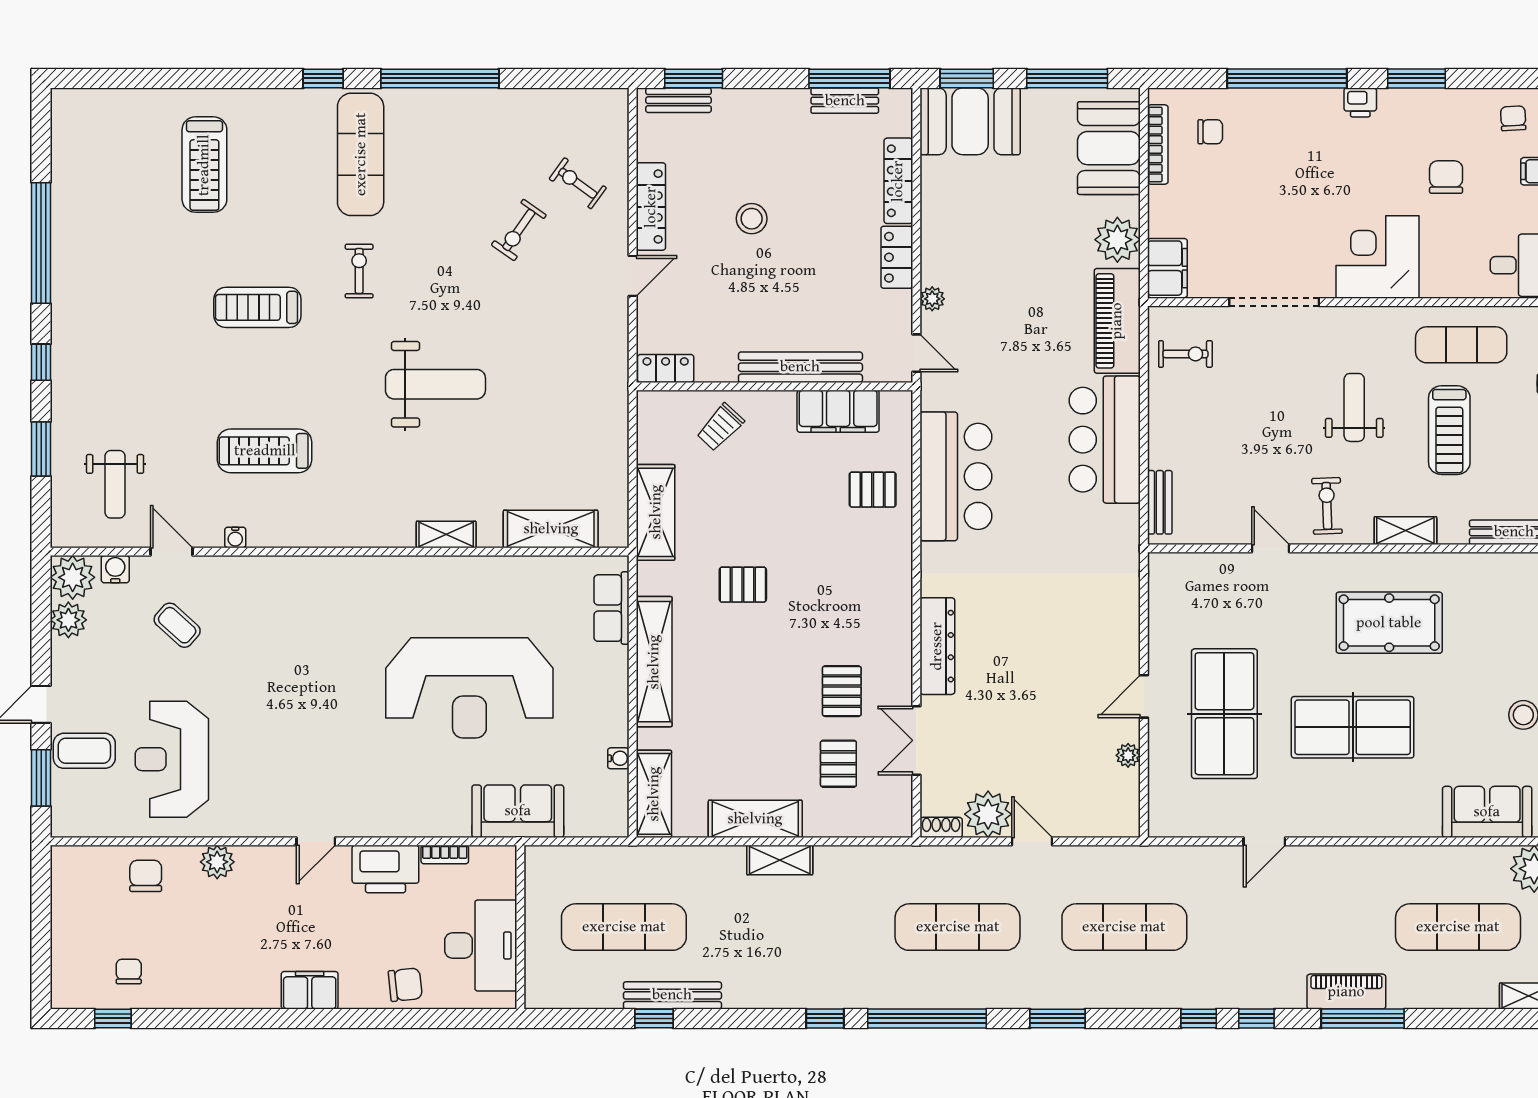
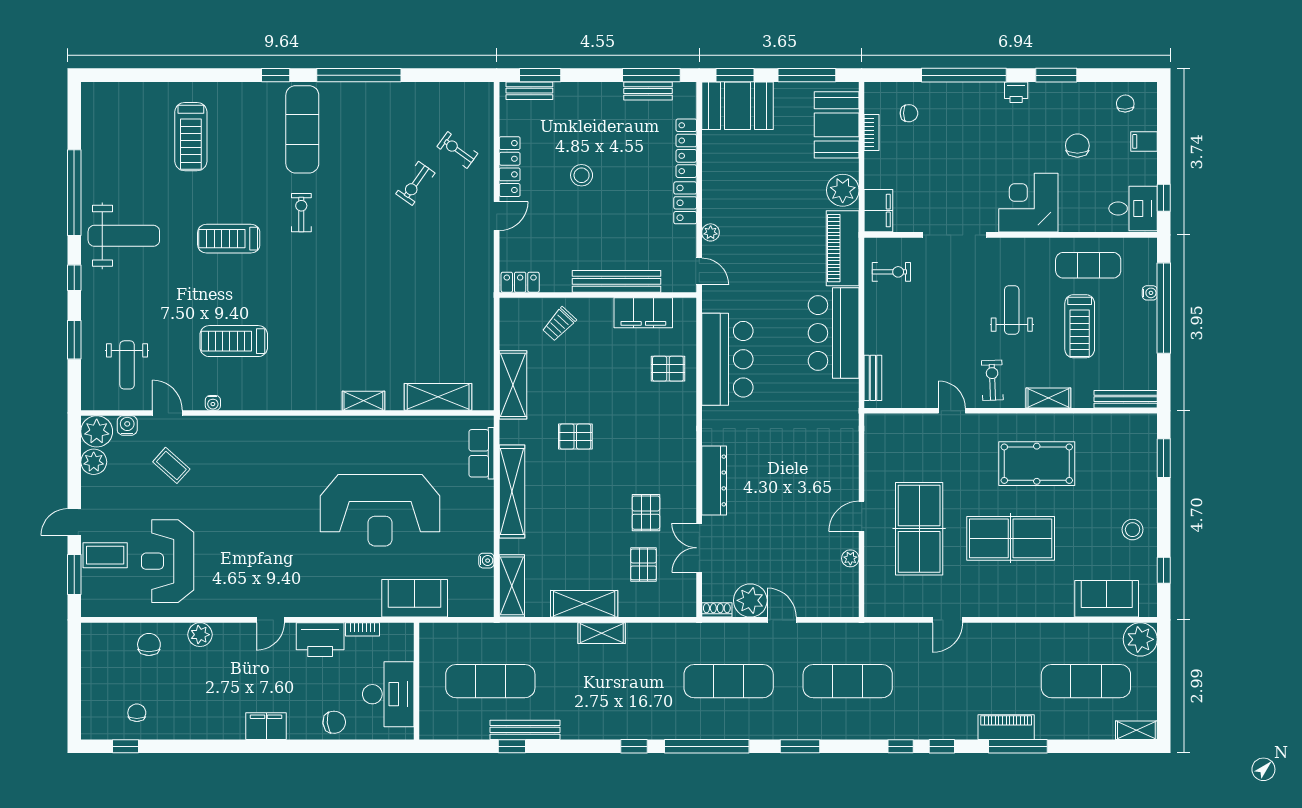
bookcase: (1158, 145) -> (872, 133), width x0.64
weight bench: (435, 384) -> (124, 236), moved

